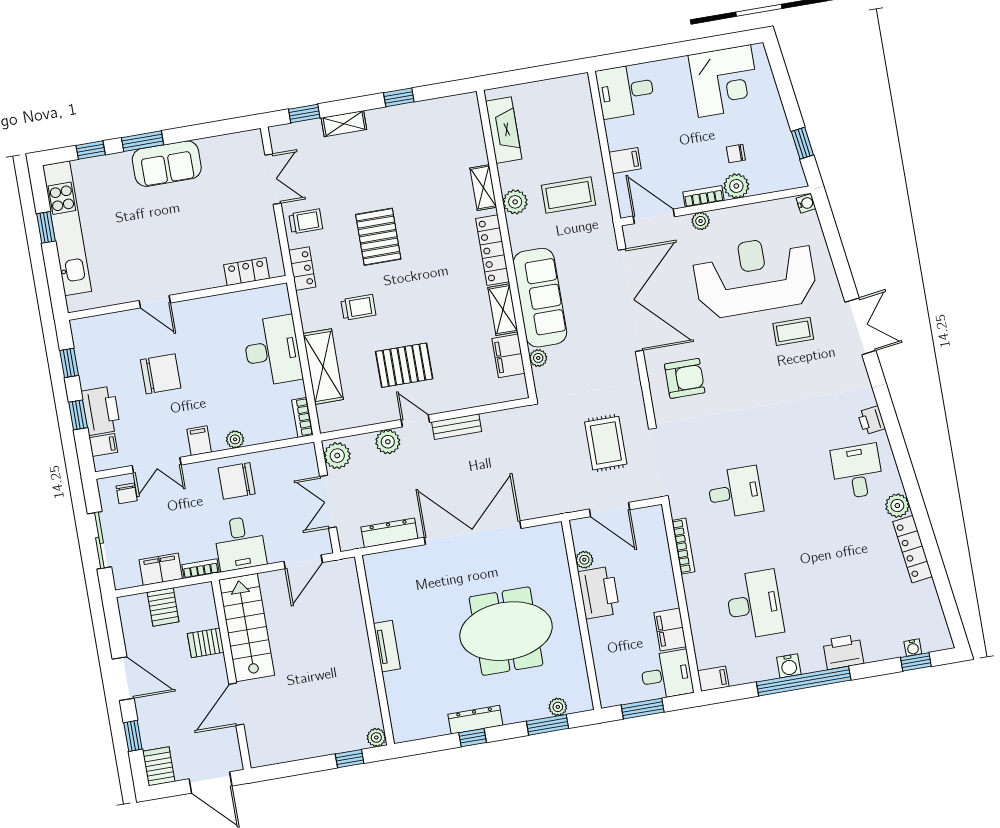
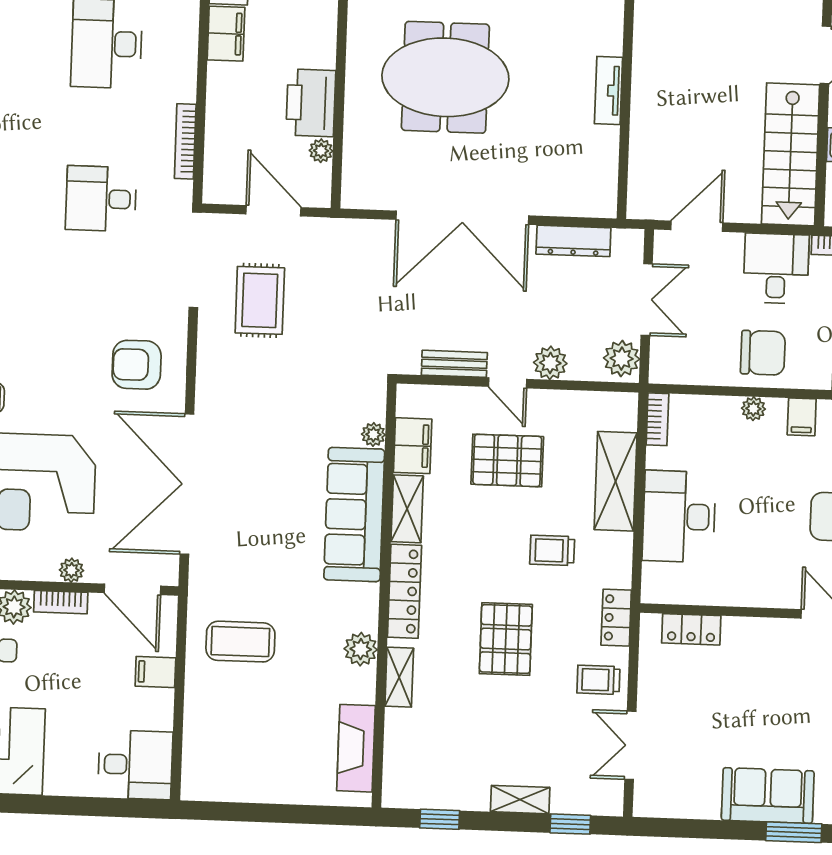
fireplace: (504, 130) -> (356, 748), moved
shelving: (483, 188) -> (399, 677), moved
plant: (515, 202) -> (361, 649), moved
wall: (506, 244) -> (384, 595), moved
locker: (492, 250) -> (404, 591), moved
sofa: (540, 298) -> (354, 514), moved
shelving: (503, 310) -> (407, 509), moved
filing cabinet: (508, 356) -> (413, 446), moved
plant: (538, 358) -> (373, 434), moved

